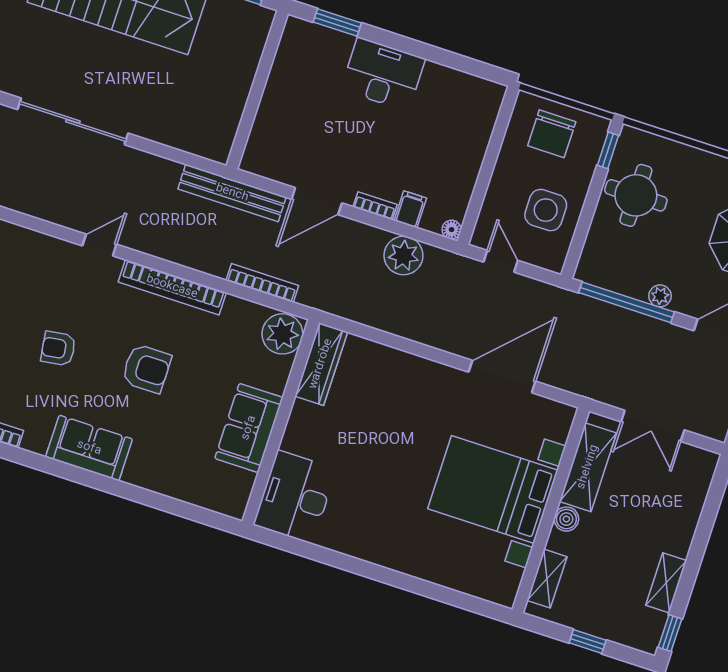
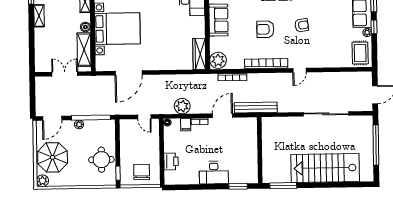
printer: (474, 135) -> (171, 161), added
side table: (546, 210) -> (134, 142), removed

